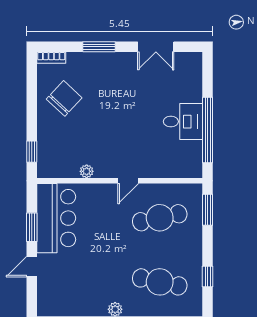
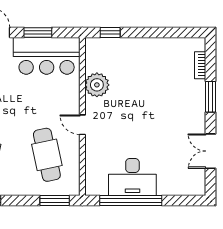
bookcase: (51, 58) -> (200, 65), moved
chair: (64, 98) -> (161, 63), removed
desk: (183, 122) -> (132, 177), width x1.37
plant: (87, 171) -> (97, 85), width x1.88, depth x1.88

